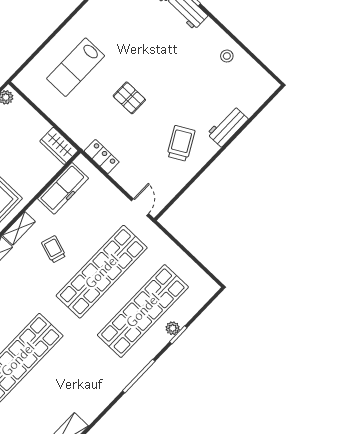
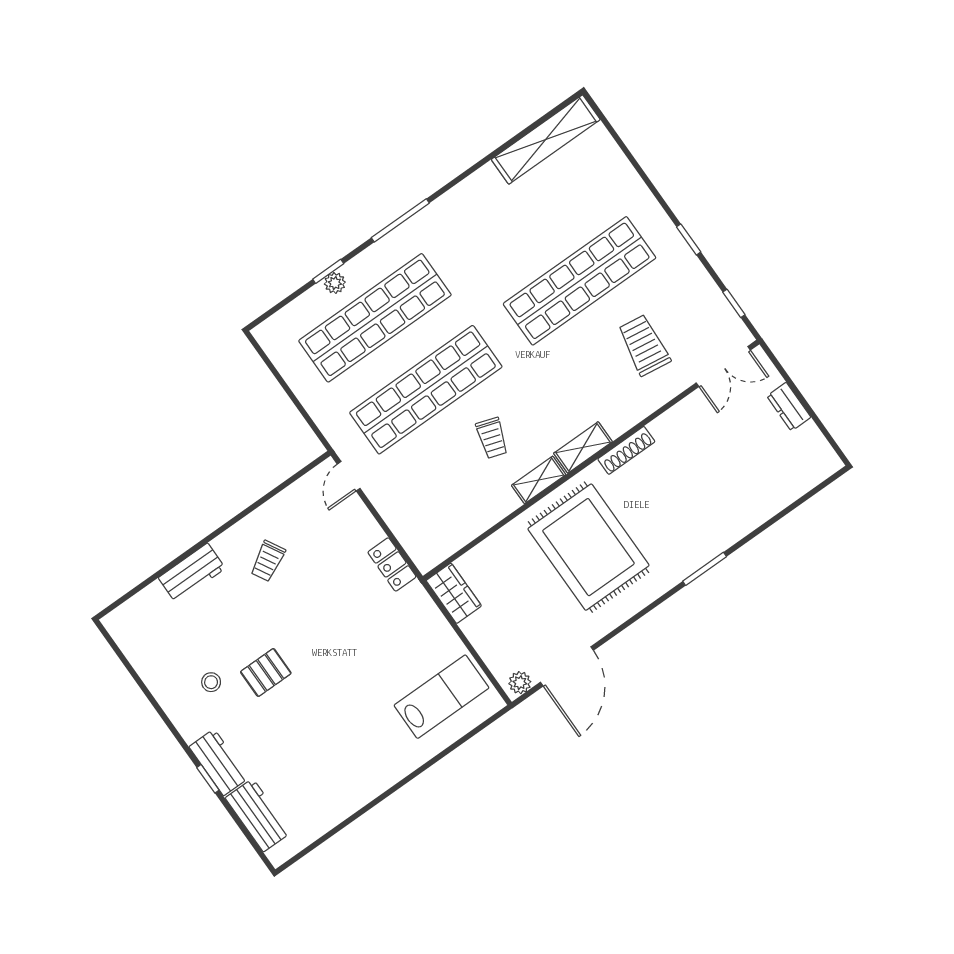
stool: (227, 56) -> (211, 682), moved
lab bench: (76, 67) -> (441, 697), moved
pallet: (129, 98) -> (266, 673), moved, turned 90
trolley: (181, 143) -> (268, 561), width x0.73, depth x0.72
freezer: (63, 188) -> (460, 528), removed

